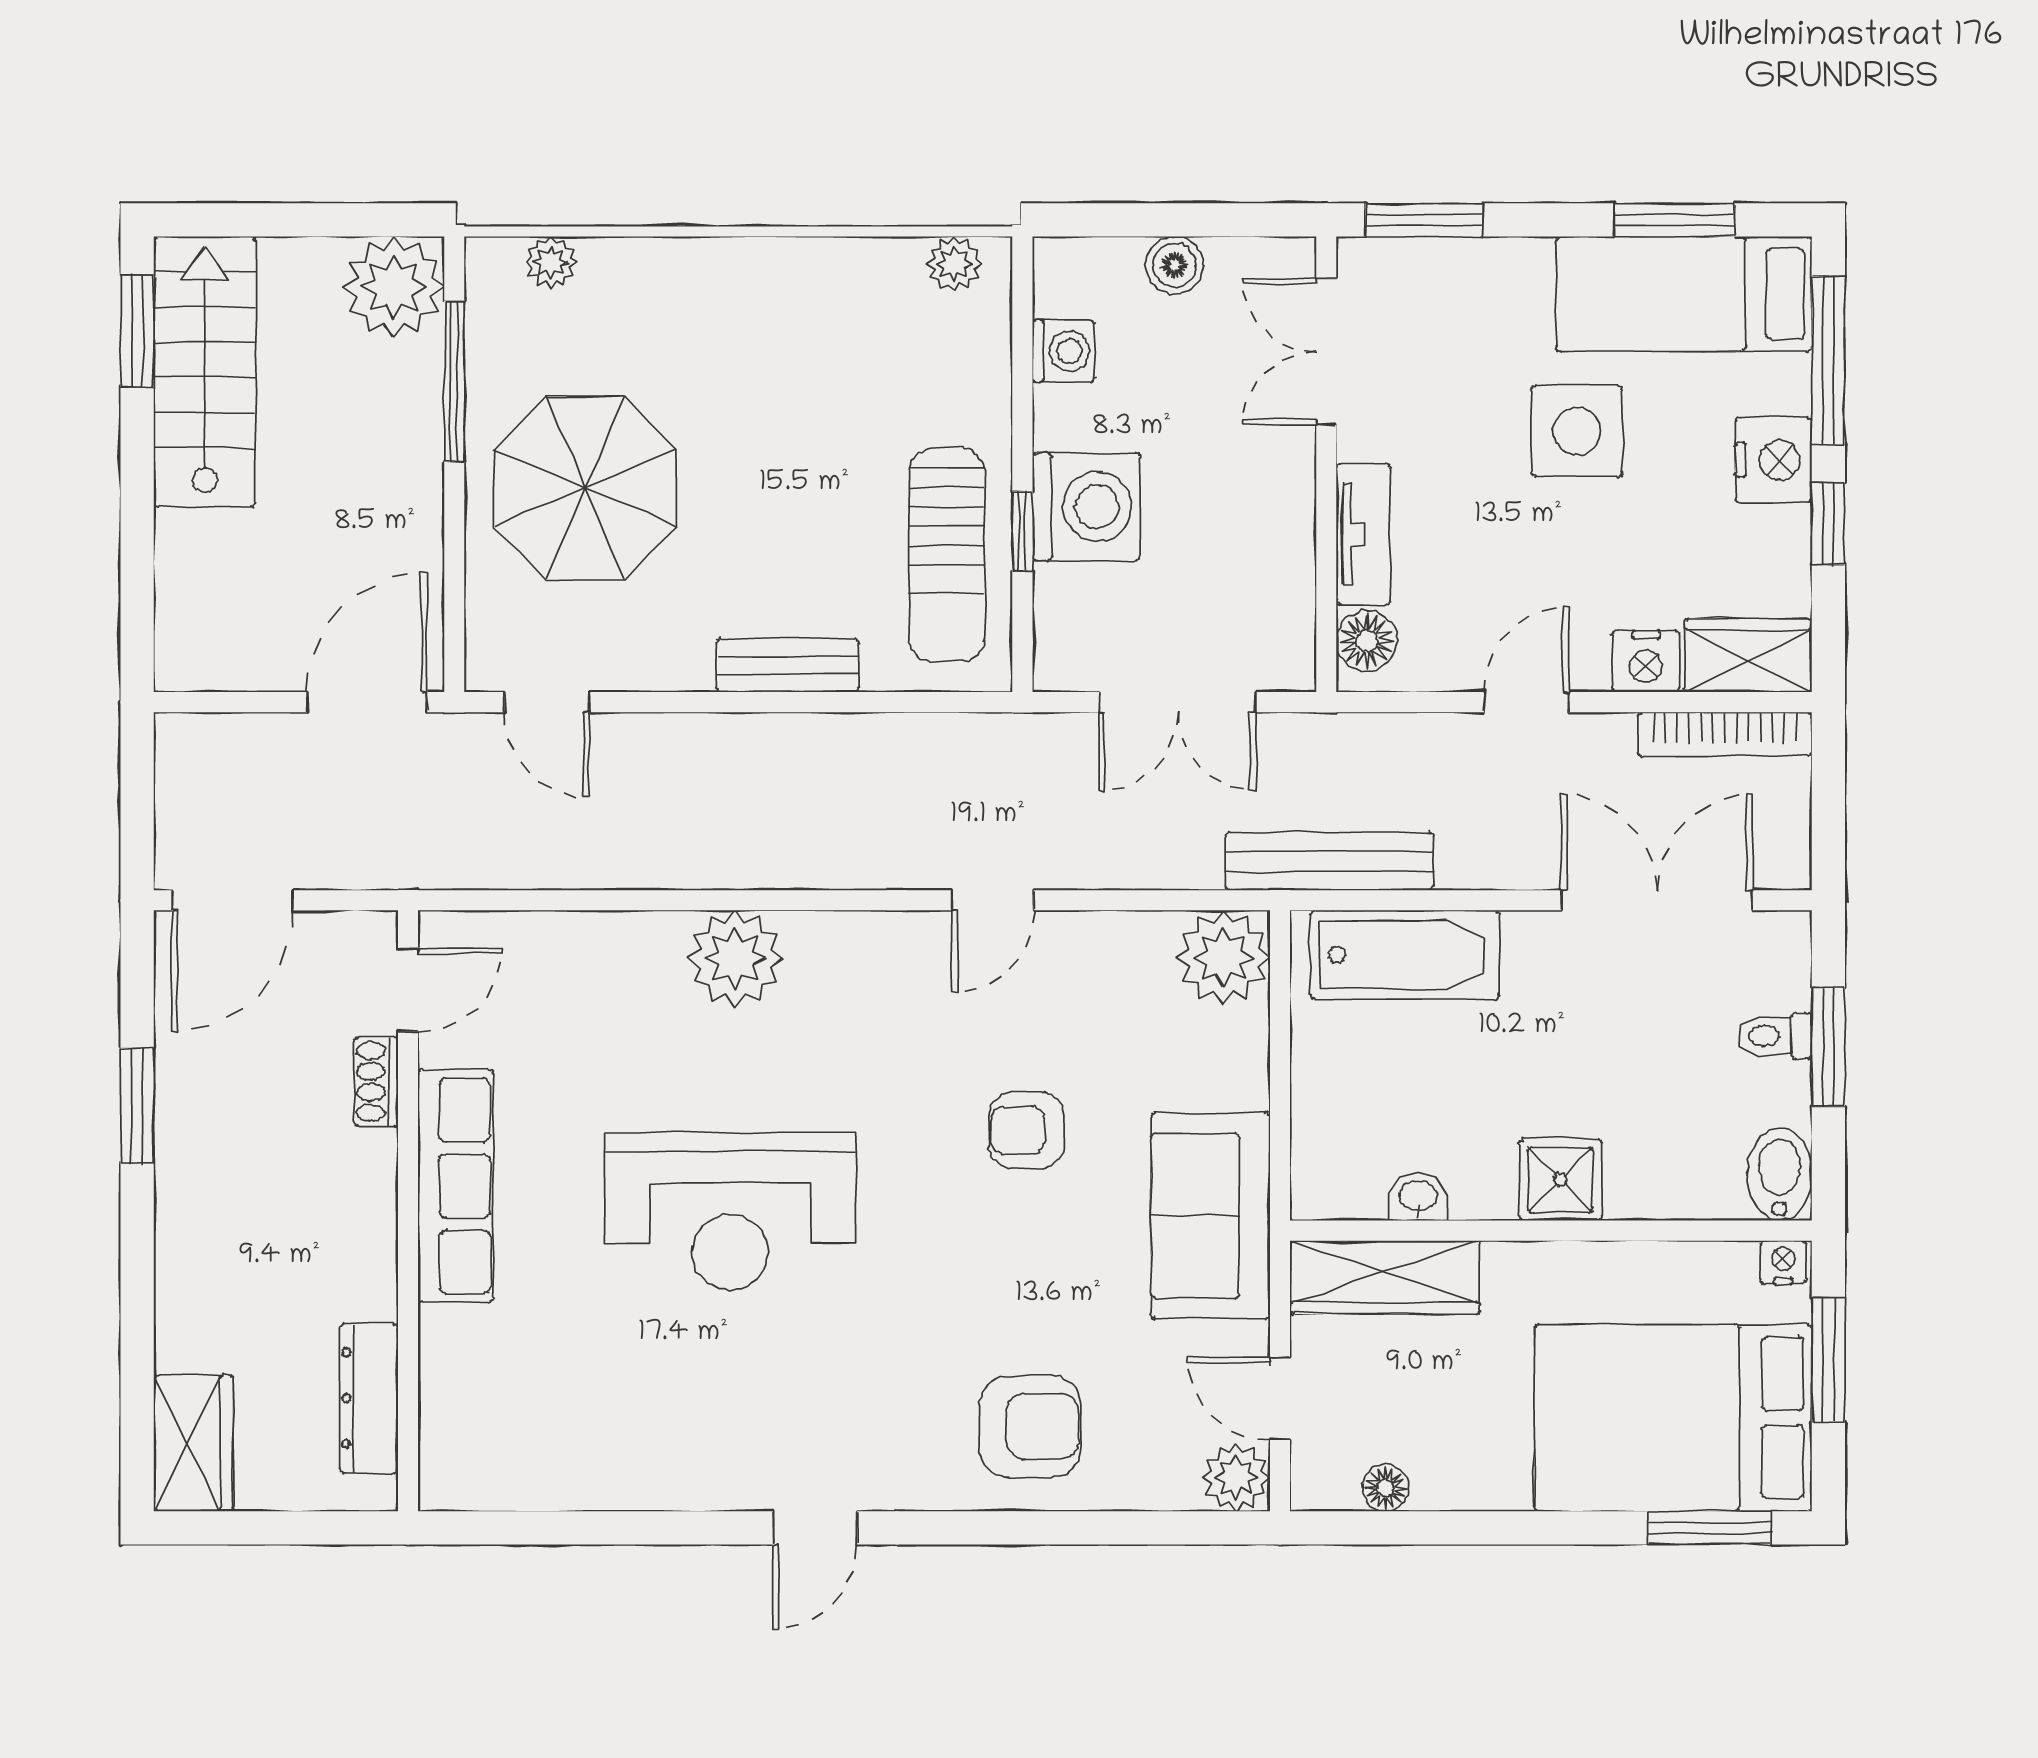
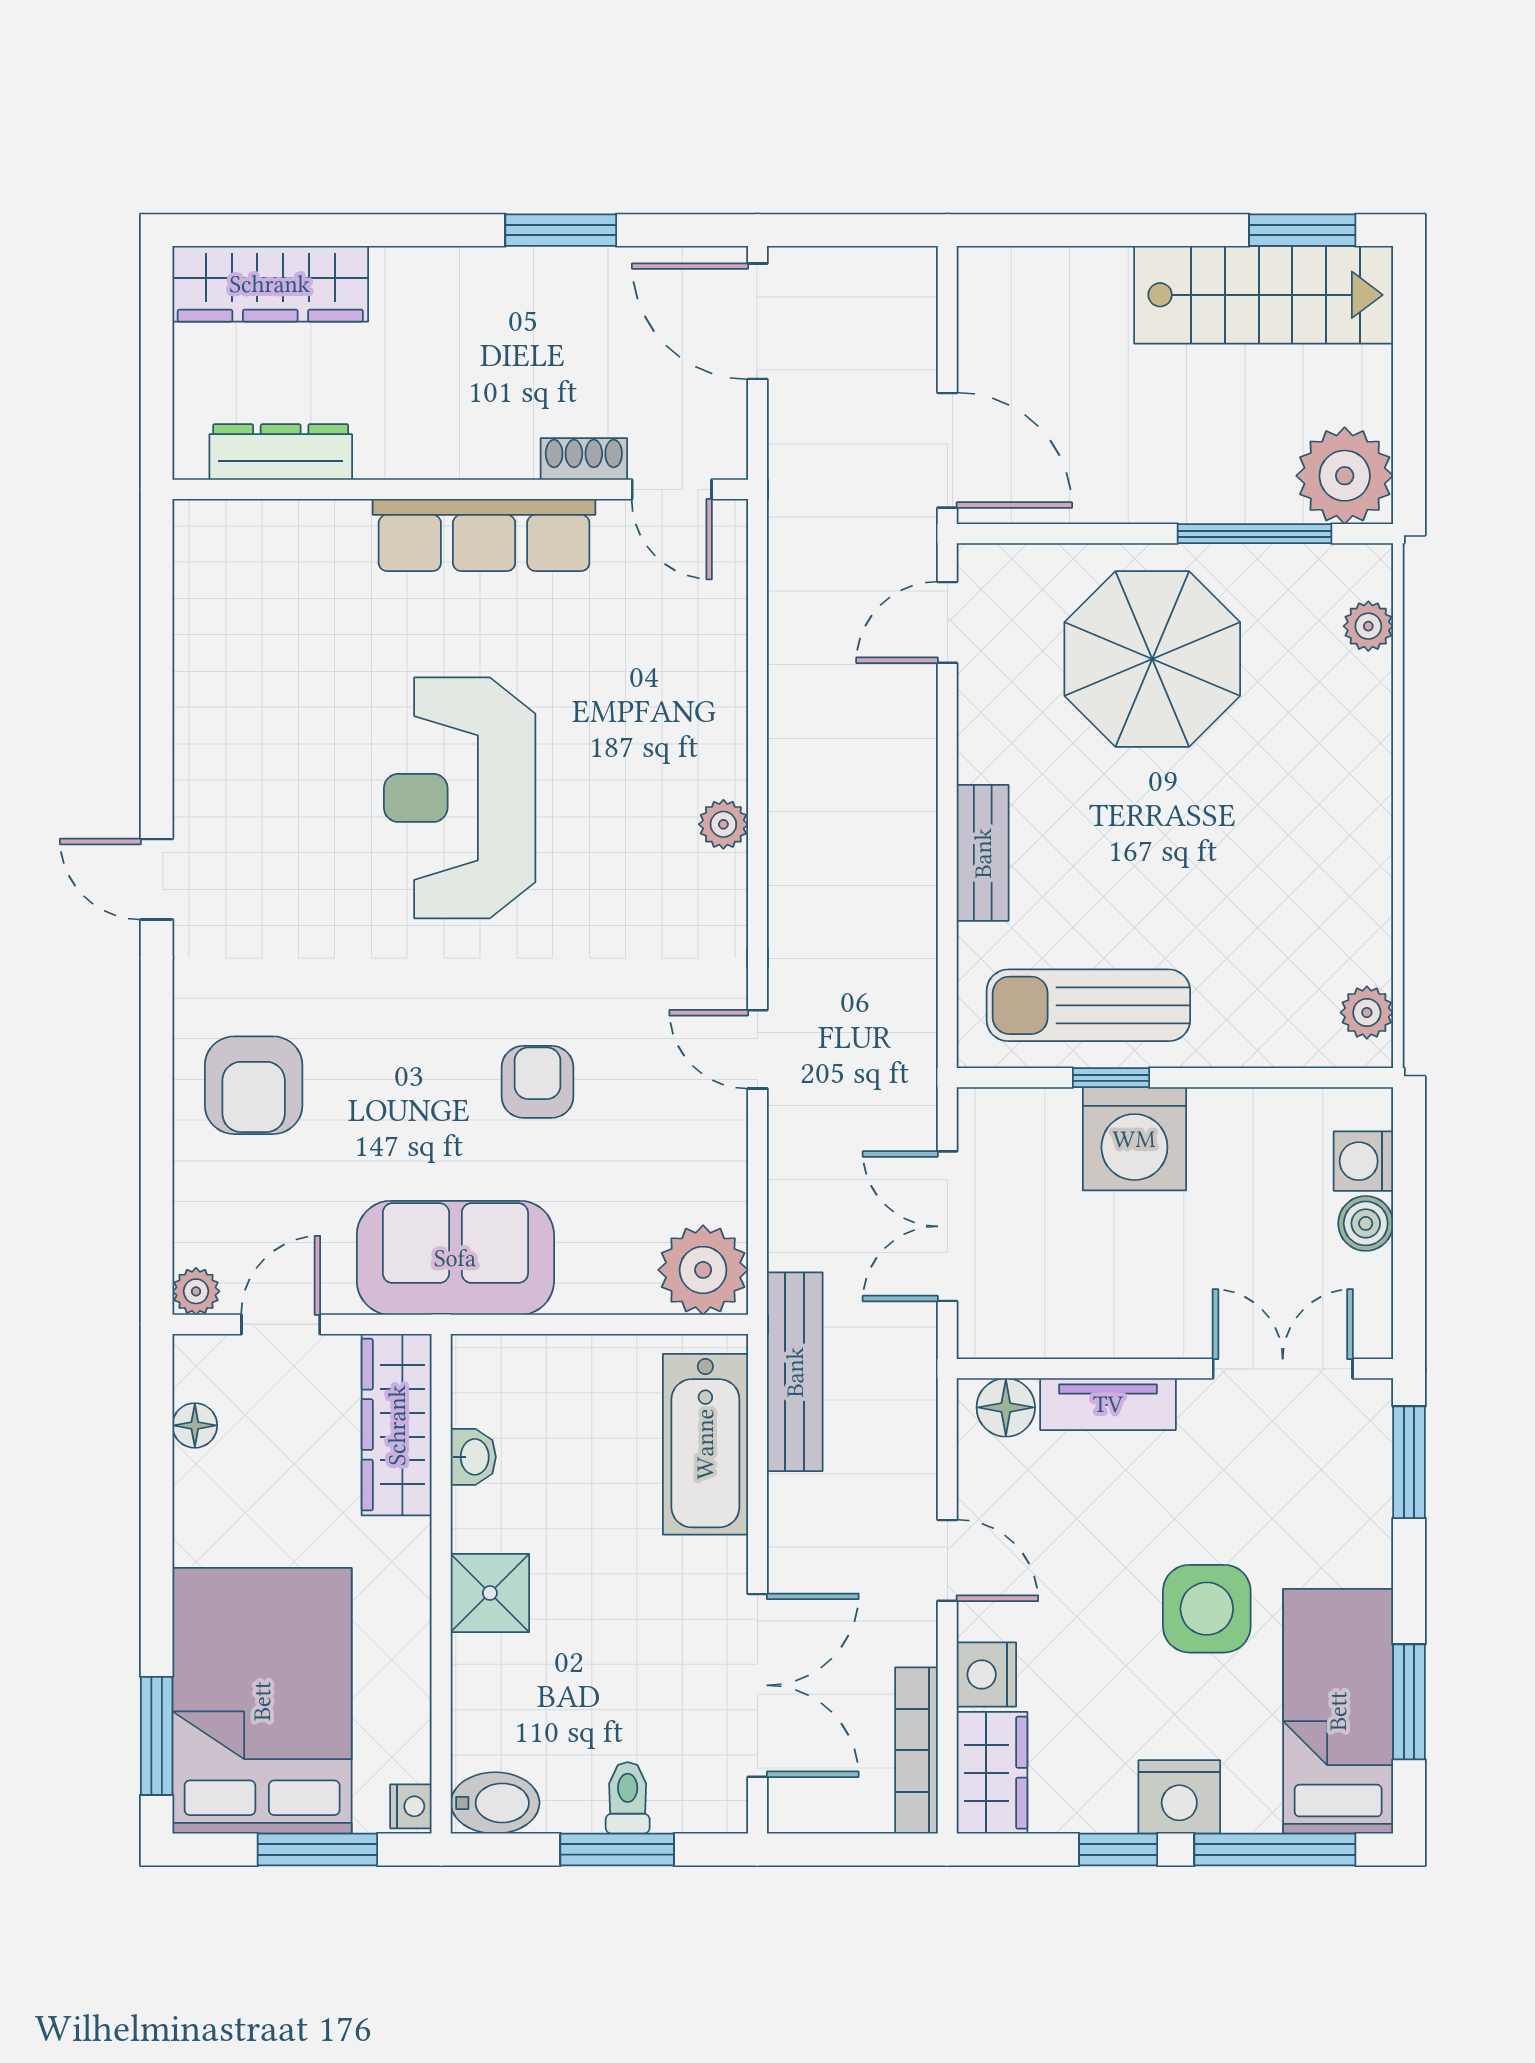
washing machine: (1063, 351) -> (1363, 1161), moved, turned 90
plant: (735, 958) -> (723, 824), width x0.53, depth x0.53
wardrobe: (193, 1443) -> (270, 284), width x1.50
plant: (1236, 1477) -> (196, 1291), width x0.73, depth x0.73

